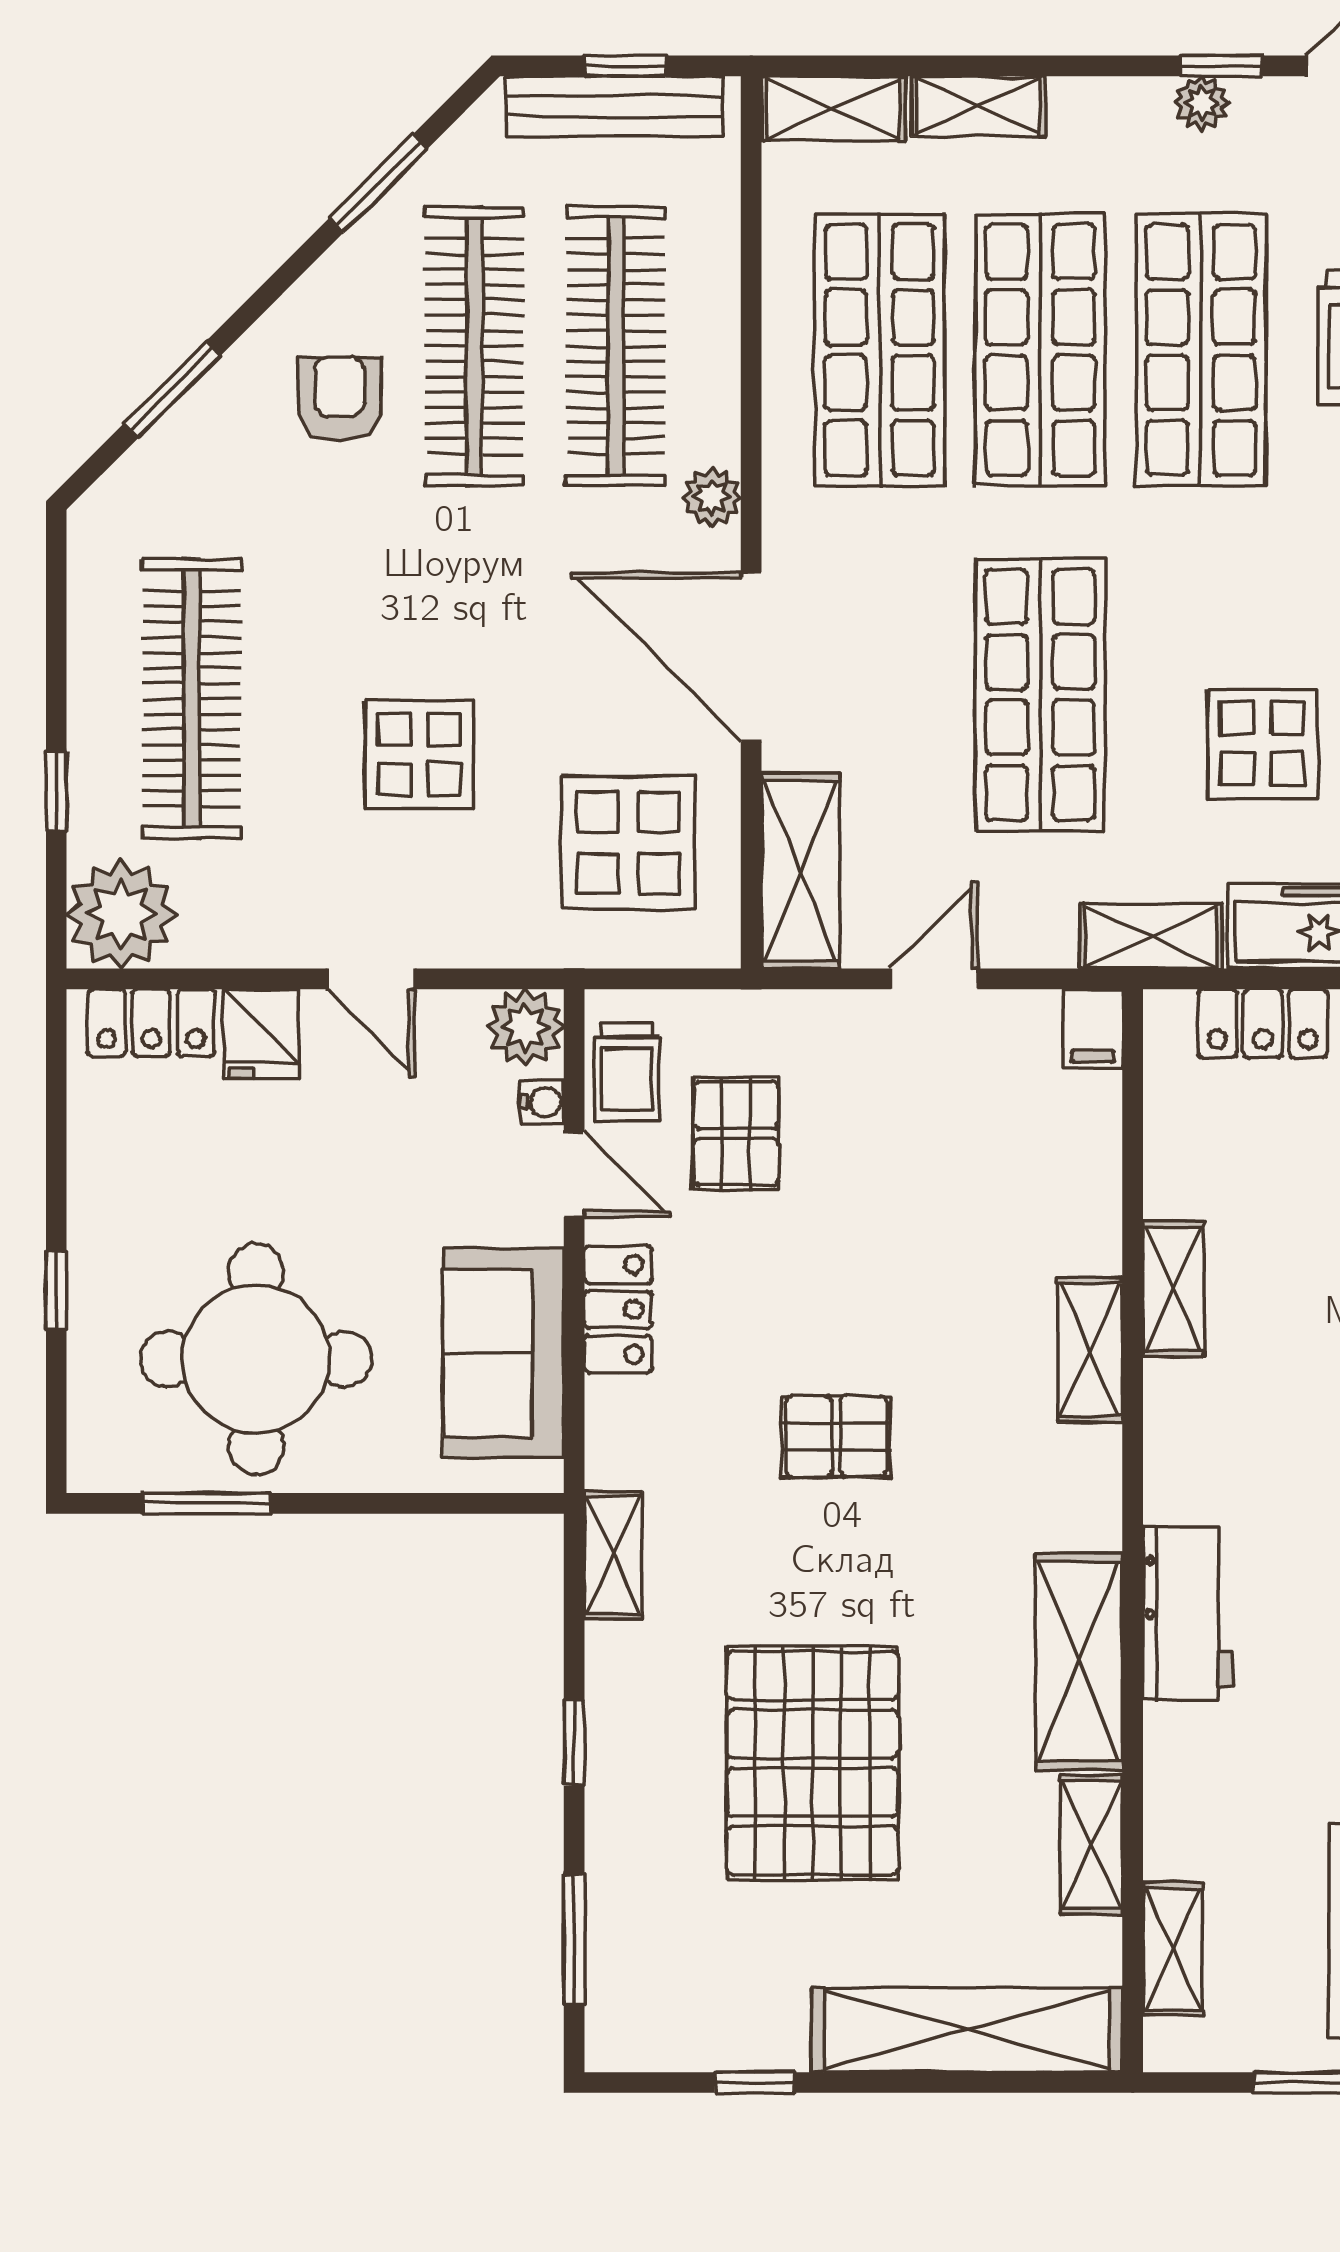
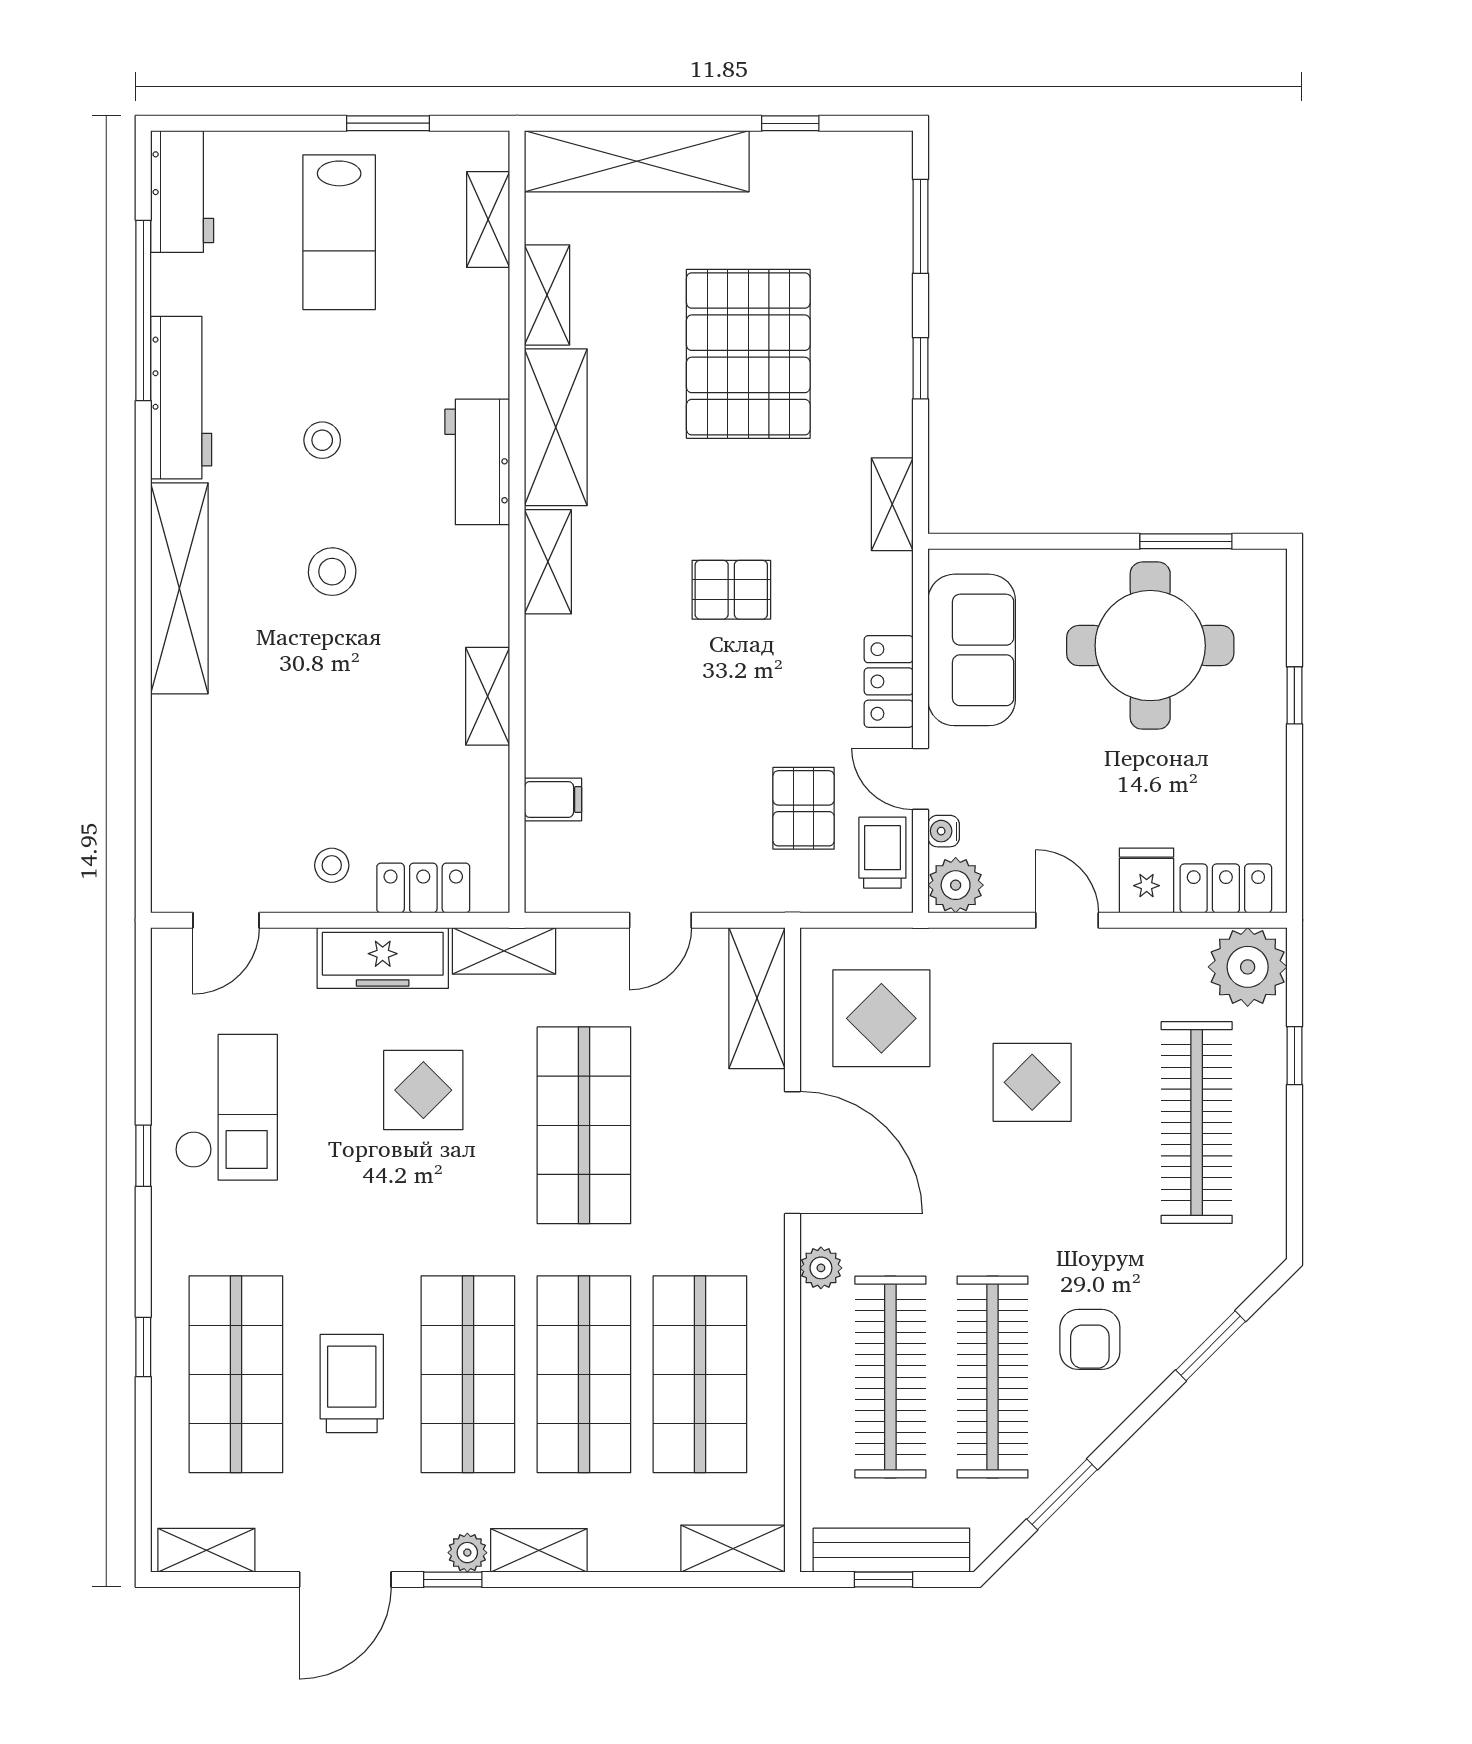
shelving: (978, 106) -> (539, 1550), moved
filing cabinet: (1093, 1028) -> (553, 799), moved, turned 90
shelving: (1090, 1350) -> (548, 562), moved

